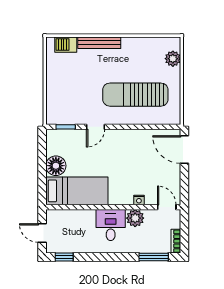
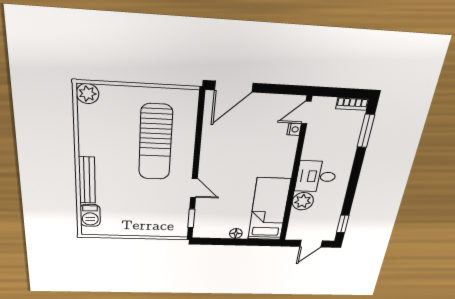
plant: (173, 59) -> (88, 94), moved
floor lamp: (56, 166) -> (236, 233), width x0.53, depth x0.53
nightstand: (139, 200) -> (294, 129), moved
plant: (135, 218) -> (303, 201), moved

